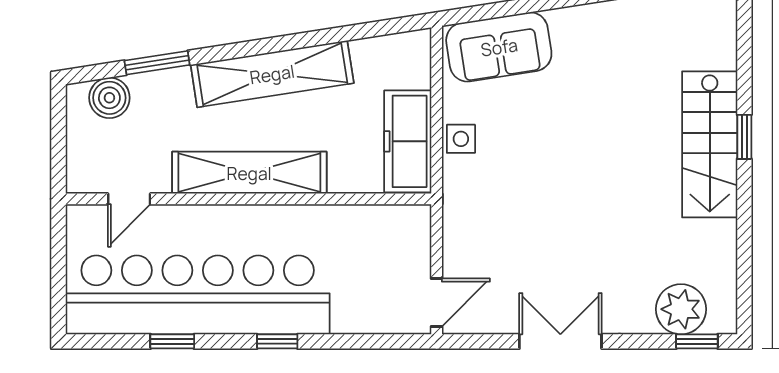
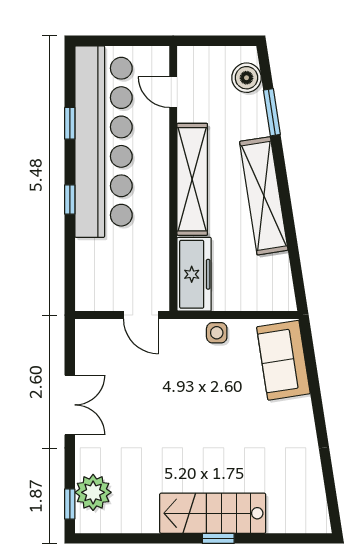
freezer: (408, 141) -> (194, 274), moved, turned 90
door: (437, 303) -> (141, 315), moved

